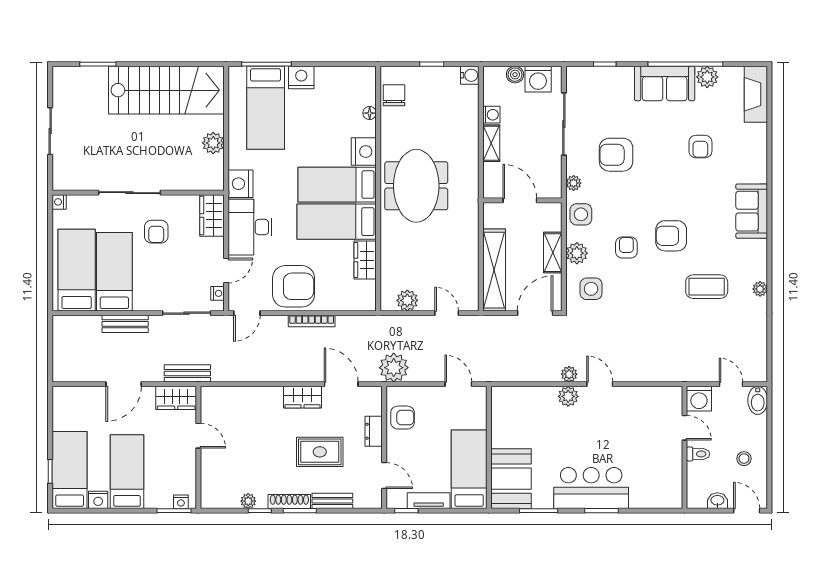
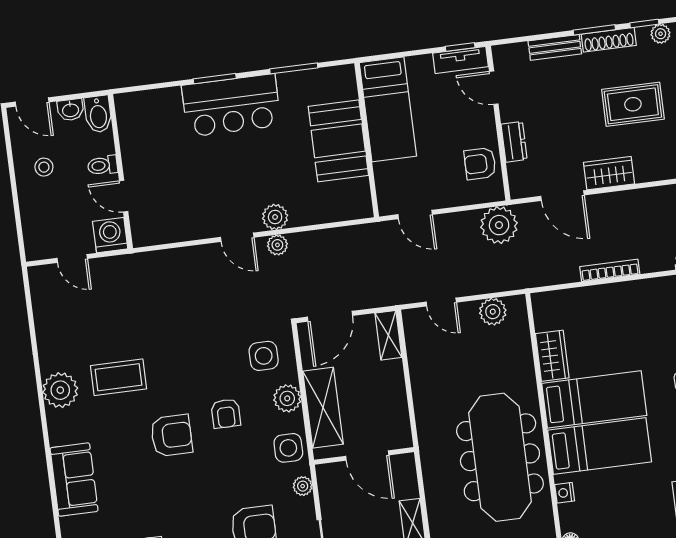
nightstand: (364, 152) -> (565, 493), width x0.53, depth x0.56
meeting table: (416, 186) -> (500, 457), width x1.36
shelving: (553, 253) -> (323, 408), width x1.50, depth x1.33
shelving: (494, 270) -> (388, 335), width x0.45, depth x0.75
armchair: (294, 286) -> (638, 311), removed
plant: (760, 289) -> (60, 390), width x1.87, depth x1.87
bidet: (758, 400) -> (98, 114), moved, turned 180
rug: (320, 452) -> (633, 104), moved
booth: (511, 479) -> (338, 141), moved
tv unit: (429, 501) -> (460, 60), moved

